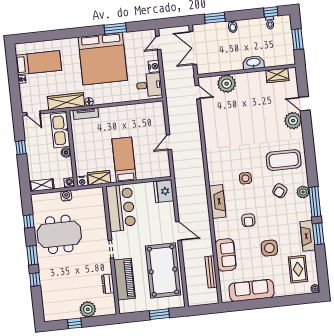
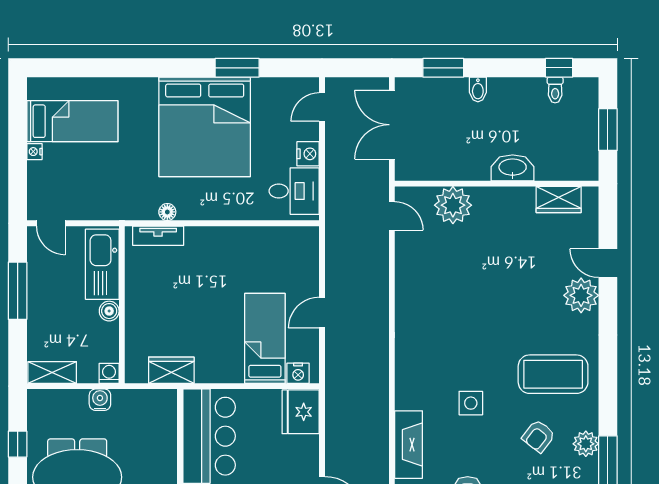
wardrobe: (66, 101) -> (120, 206), removed
window: (21, 147) -> (18, 291), width x2.17
bed: (124, 160) -> (265, 338), moved
nightstand: (82, 181) -> (298, 373), moved

